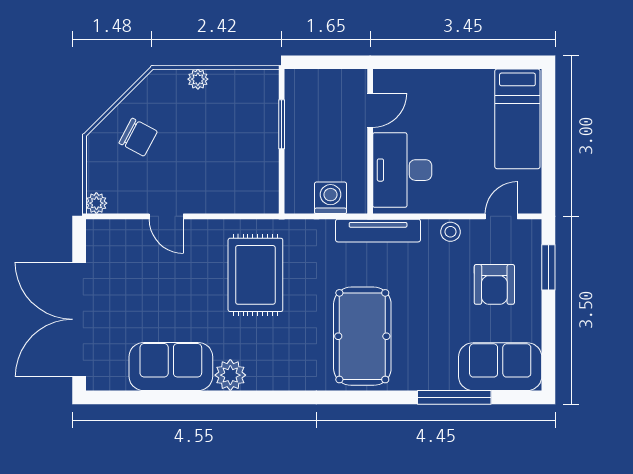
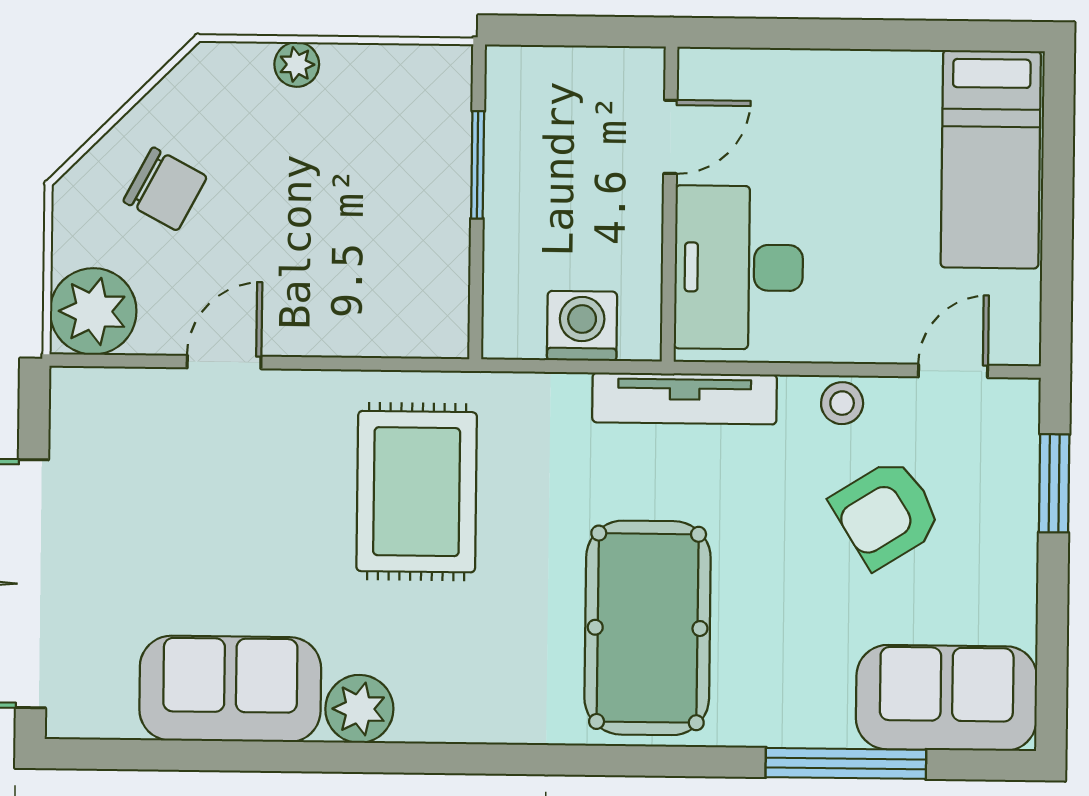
plant: (96, 203) -> (93, 311), width x1.88, depth x1.88
door: (166, 216) -> (224, 362), swing flipped
armchair: (494, 284) -> (886, 513), moved, turned 58

